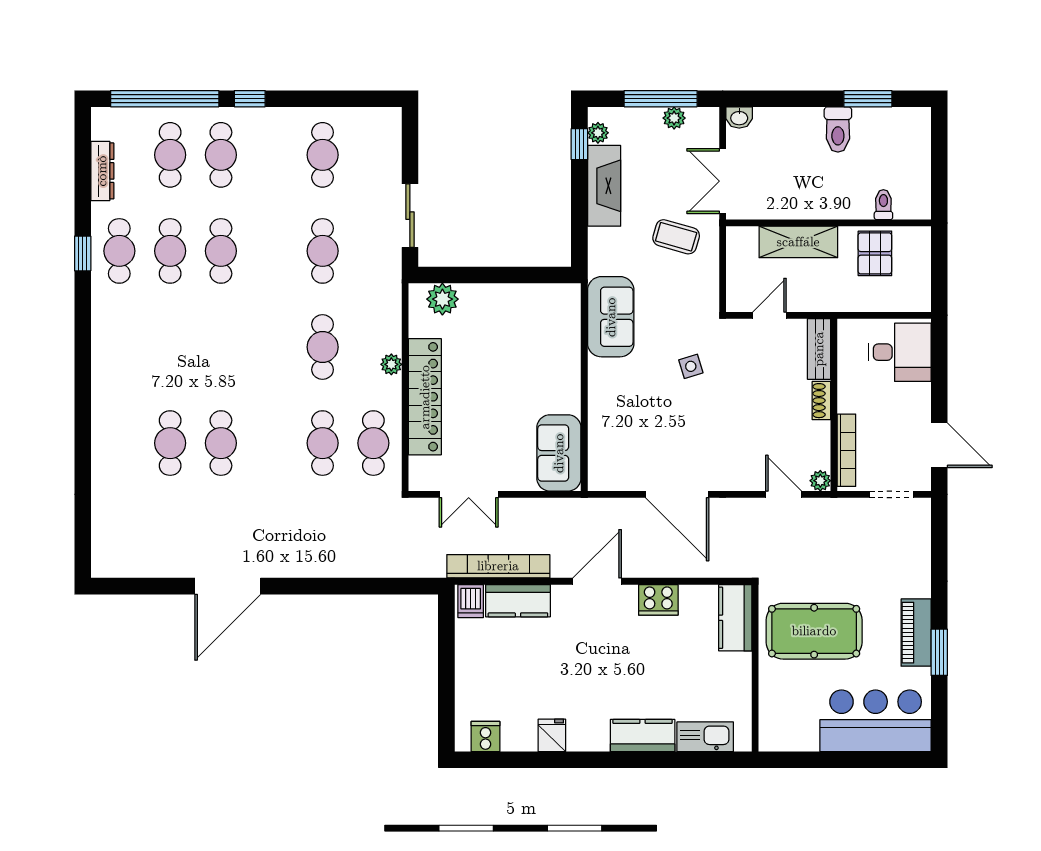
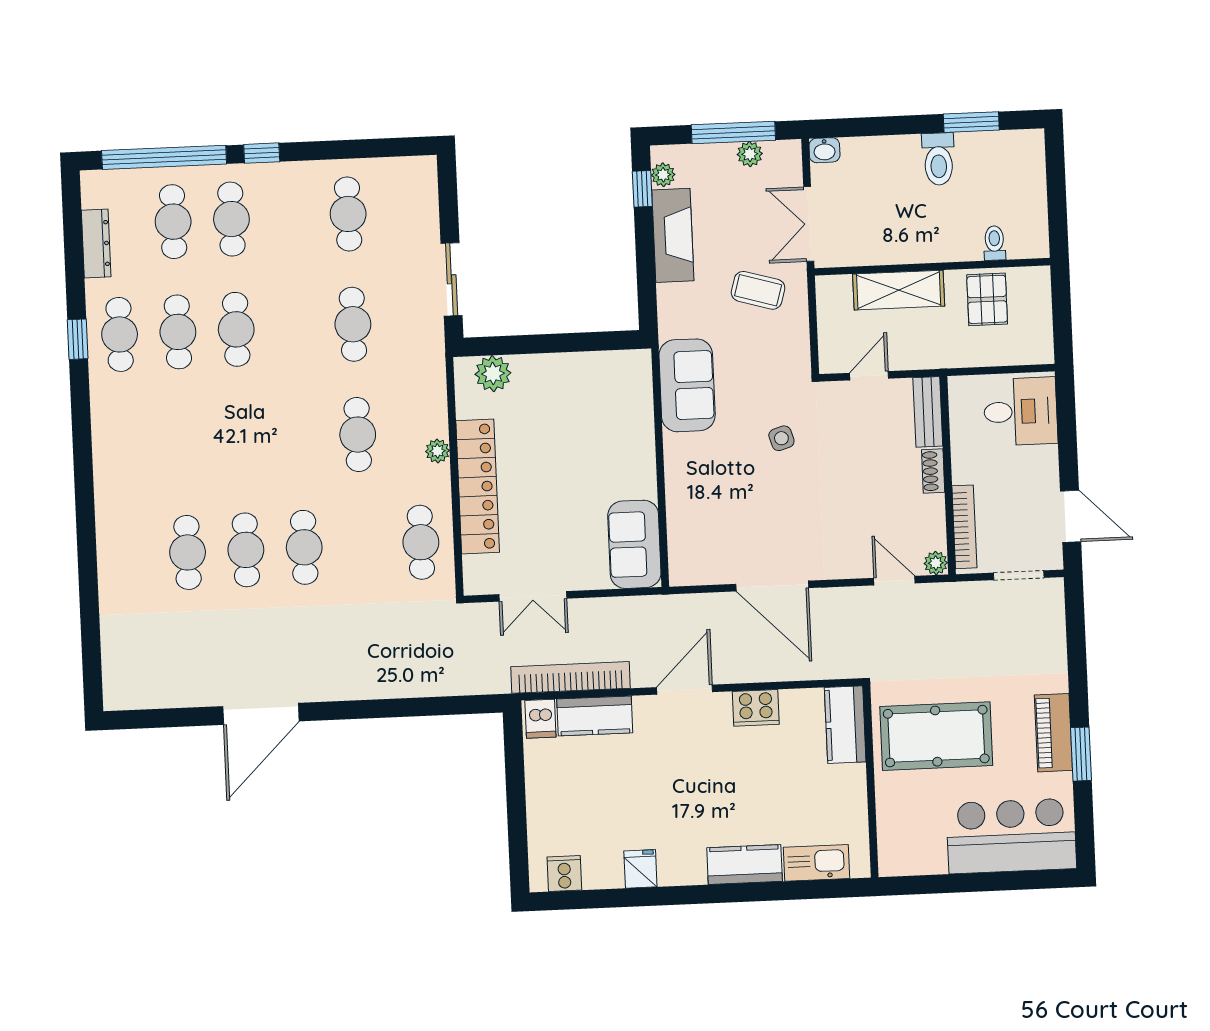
cafe table: (323, 443) -> (304, 547), moved

